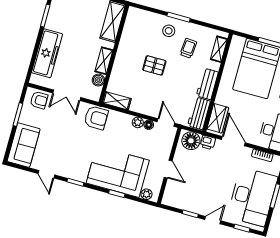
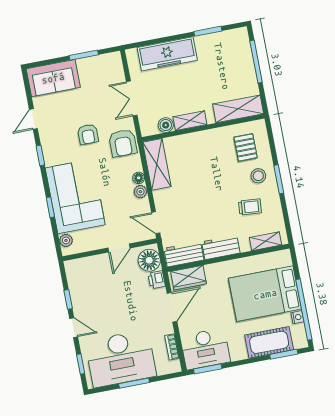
pallet: (154, 65) -> (246, 147), moved
armchair: (39, 100) -> (88, 134), moved
shelving: (117, 101) -> (157, 164), width x1.50, depth x1.33
door: (166, 123) -> (156, 223), swing flipped
floor lamp: (149, 125) -> (139, 178), moved
door: (168, 169) -> (119, 248), moved

